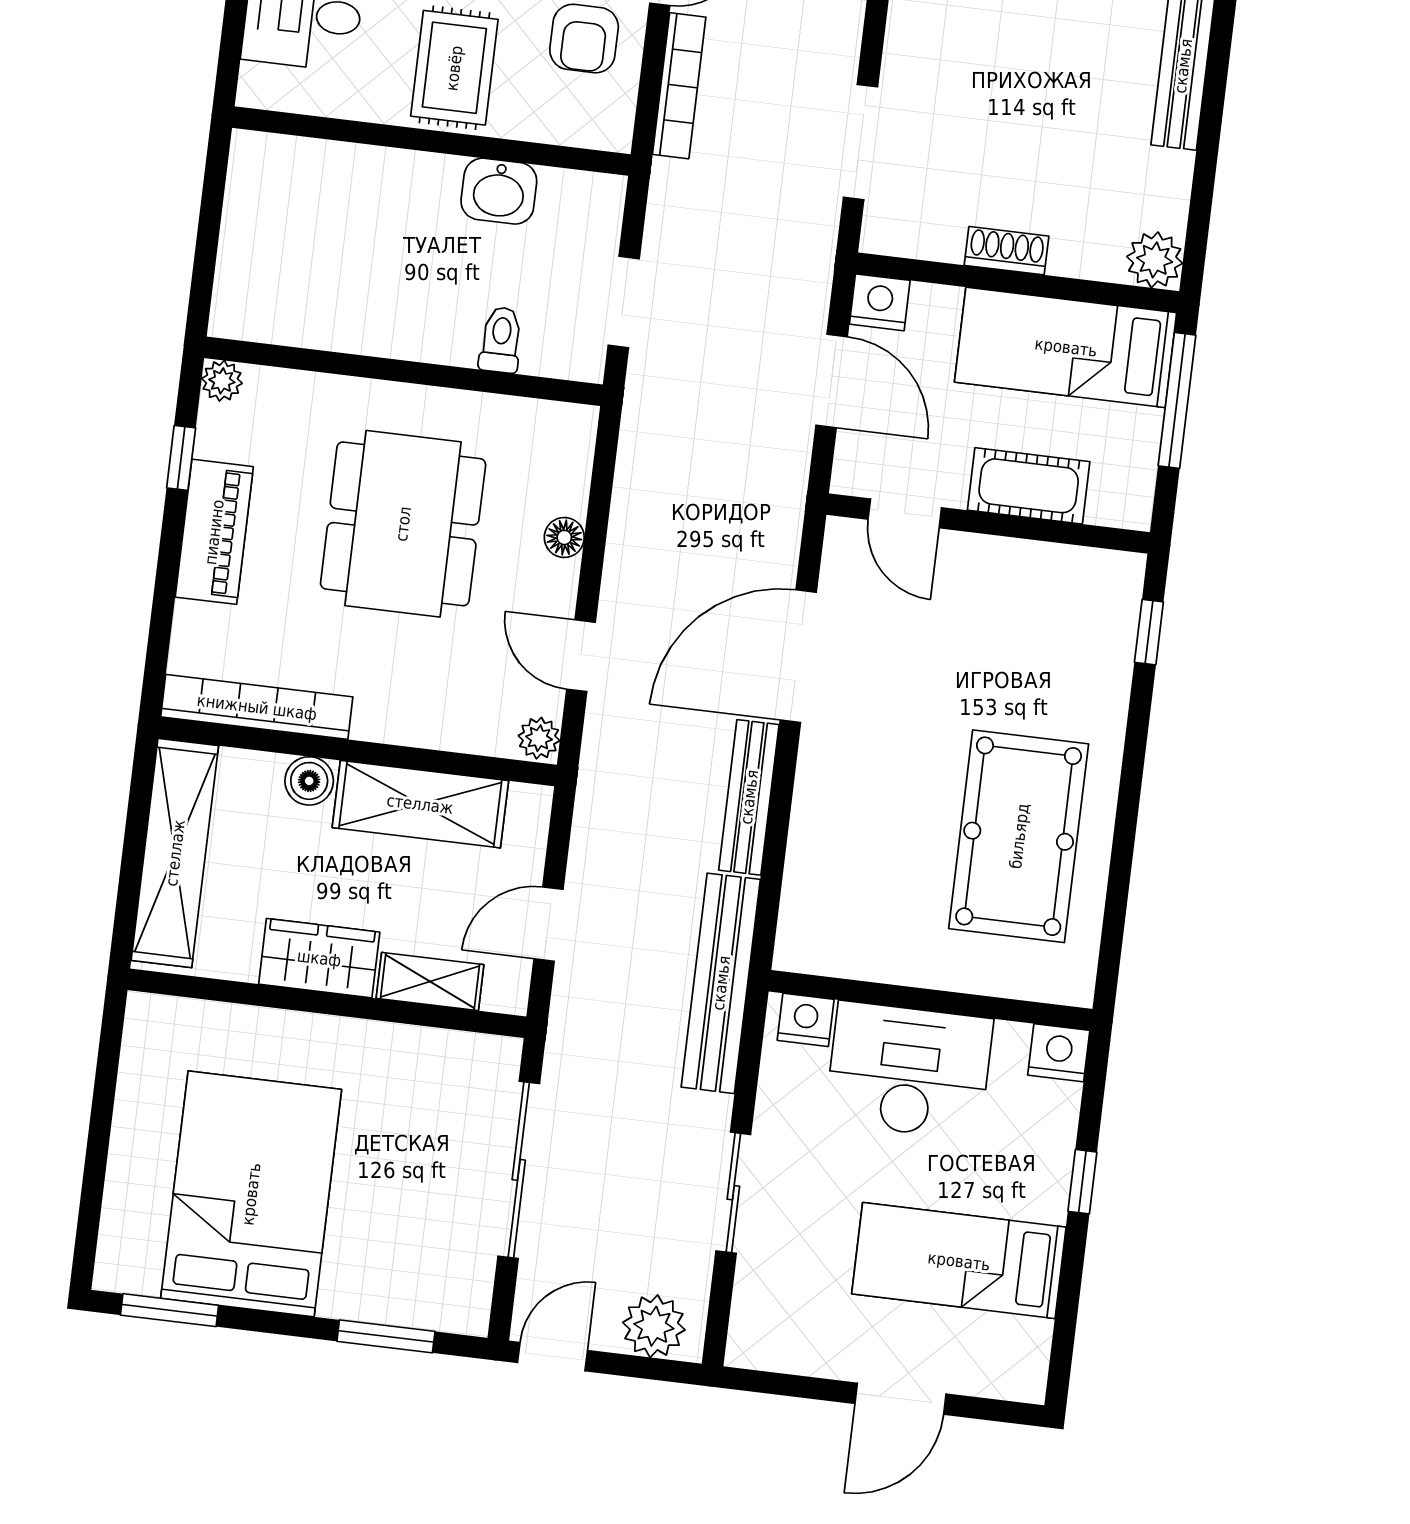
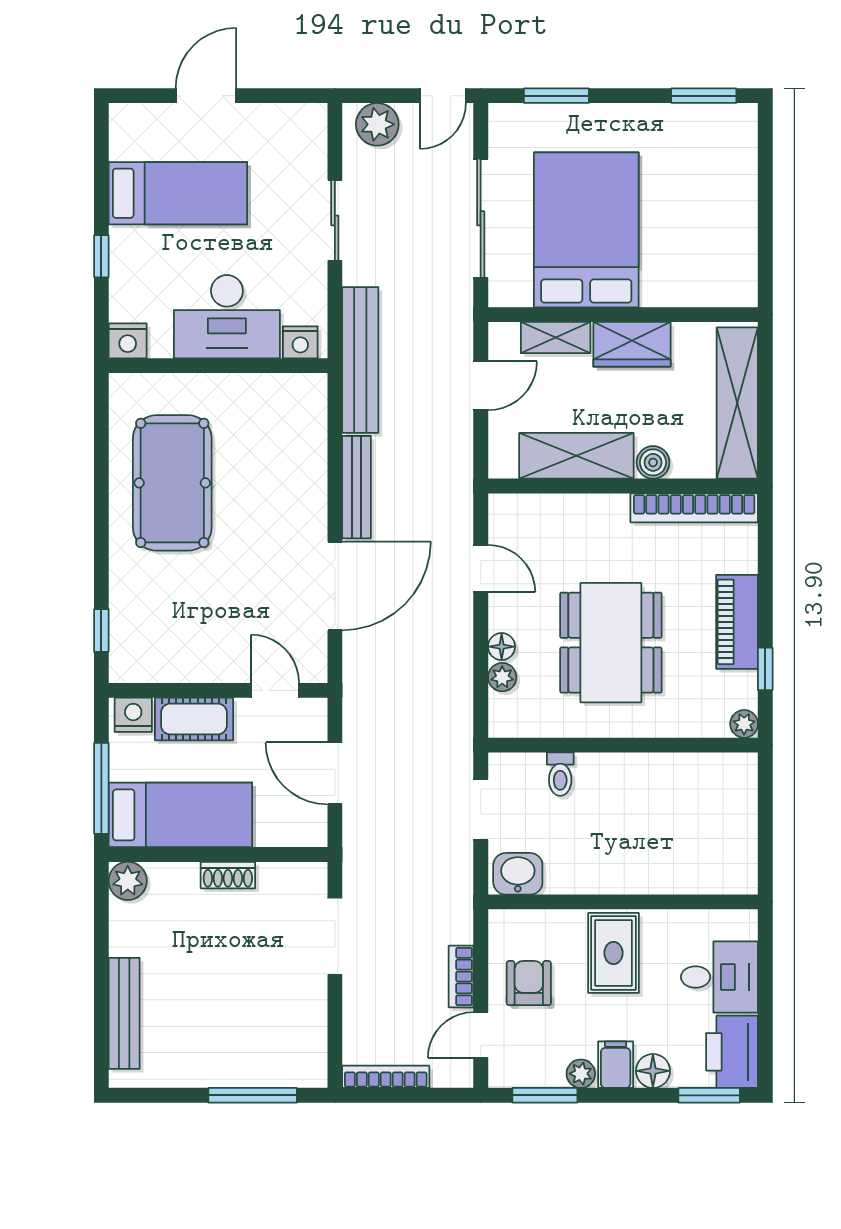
bookcase: (679, 86) -> (461, 977), width x0.64
washbasin: (499, 191) -> (518, 874), moved
nightstand: (880, 302) -> (133, 715), moved, turned 180
plant: (539, 738) -> (502, 677), moved
bed: (251, 1194) -> (586, 230), moved, turned 180

